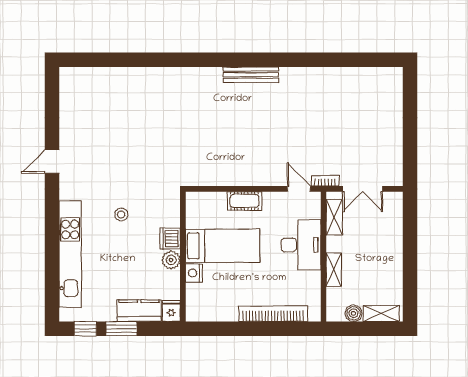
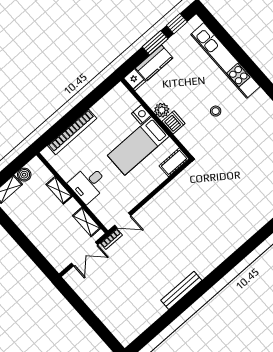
bench: (251, 75) -> (181, 290), moved
double door: (363, 189) -> (84, 254), swing flipped
cot: (244, 201) -> (174, 162), moved
desk: (301, 245) -> (88, 184), width x0.73

